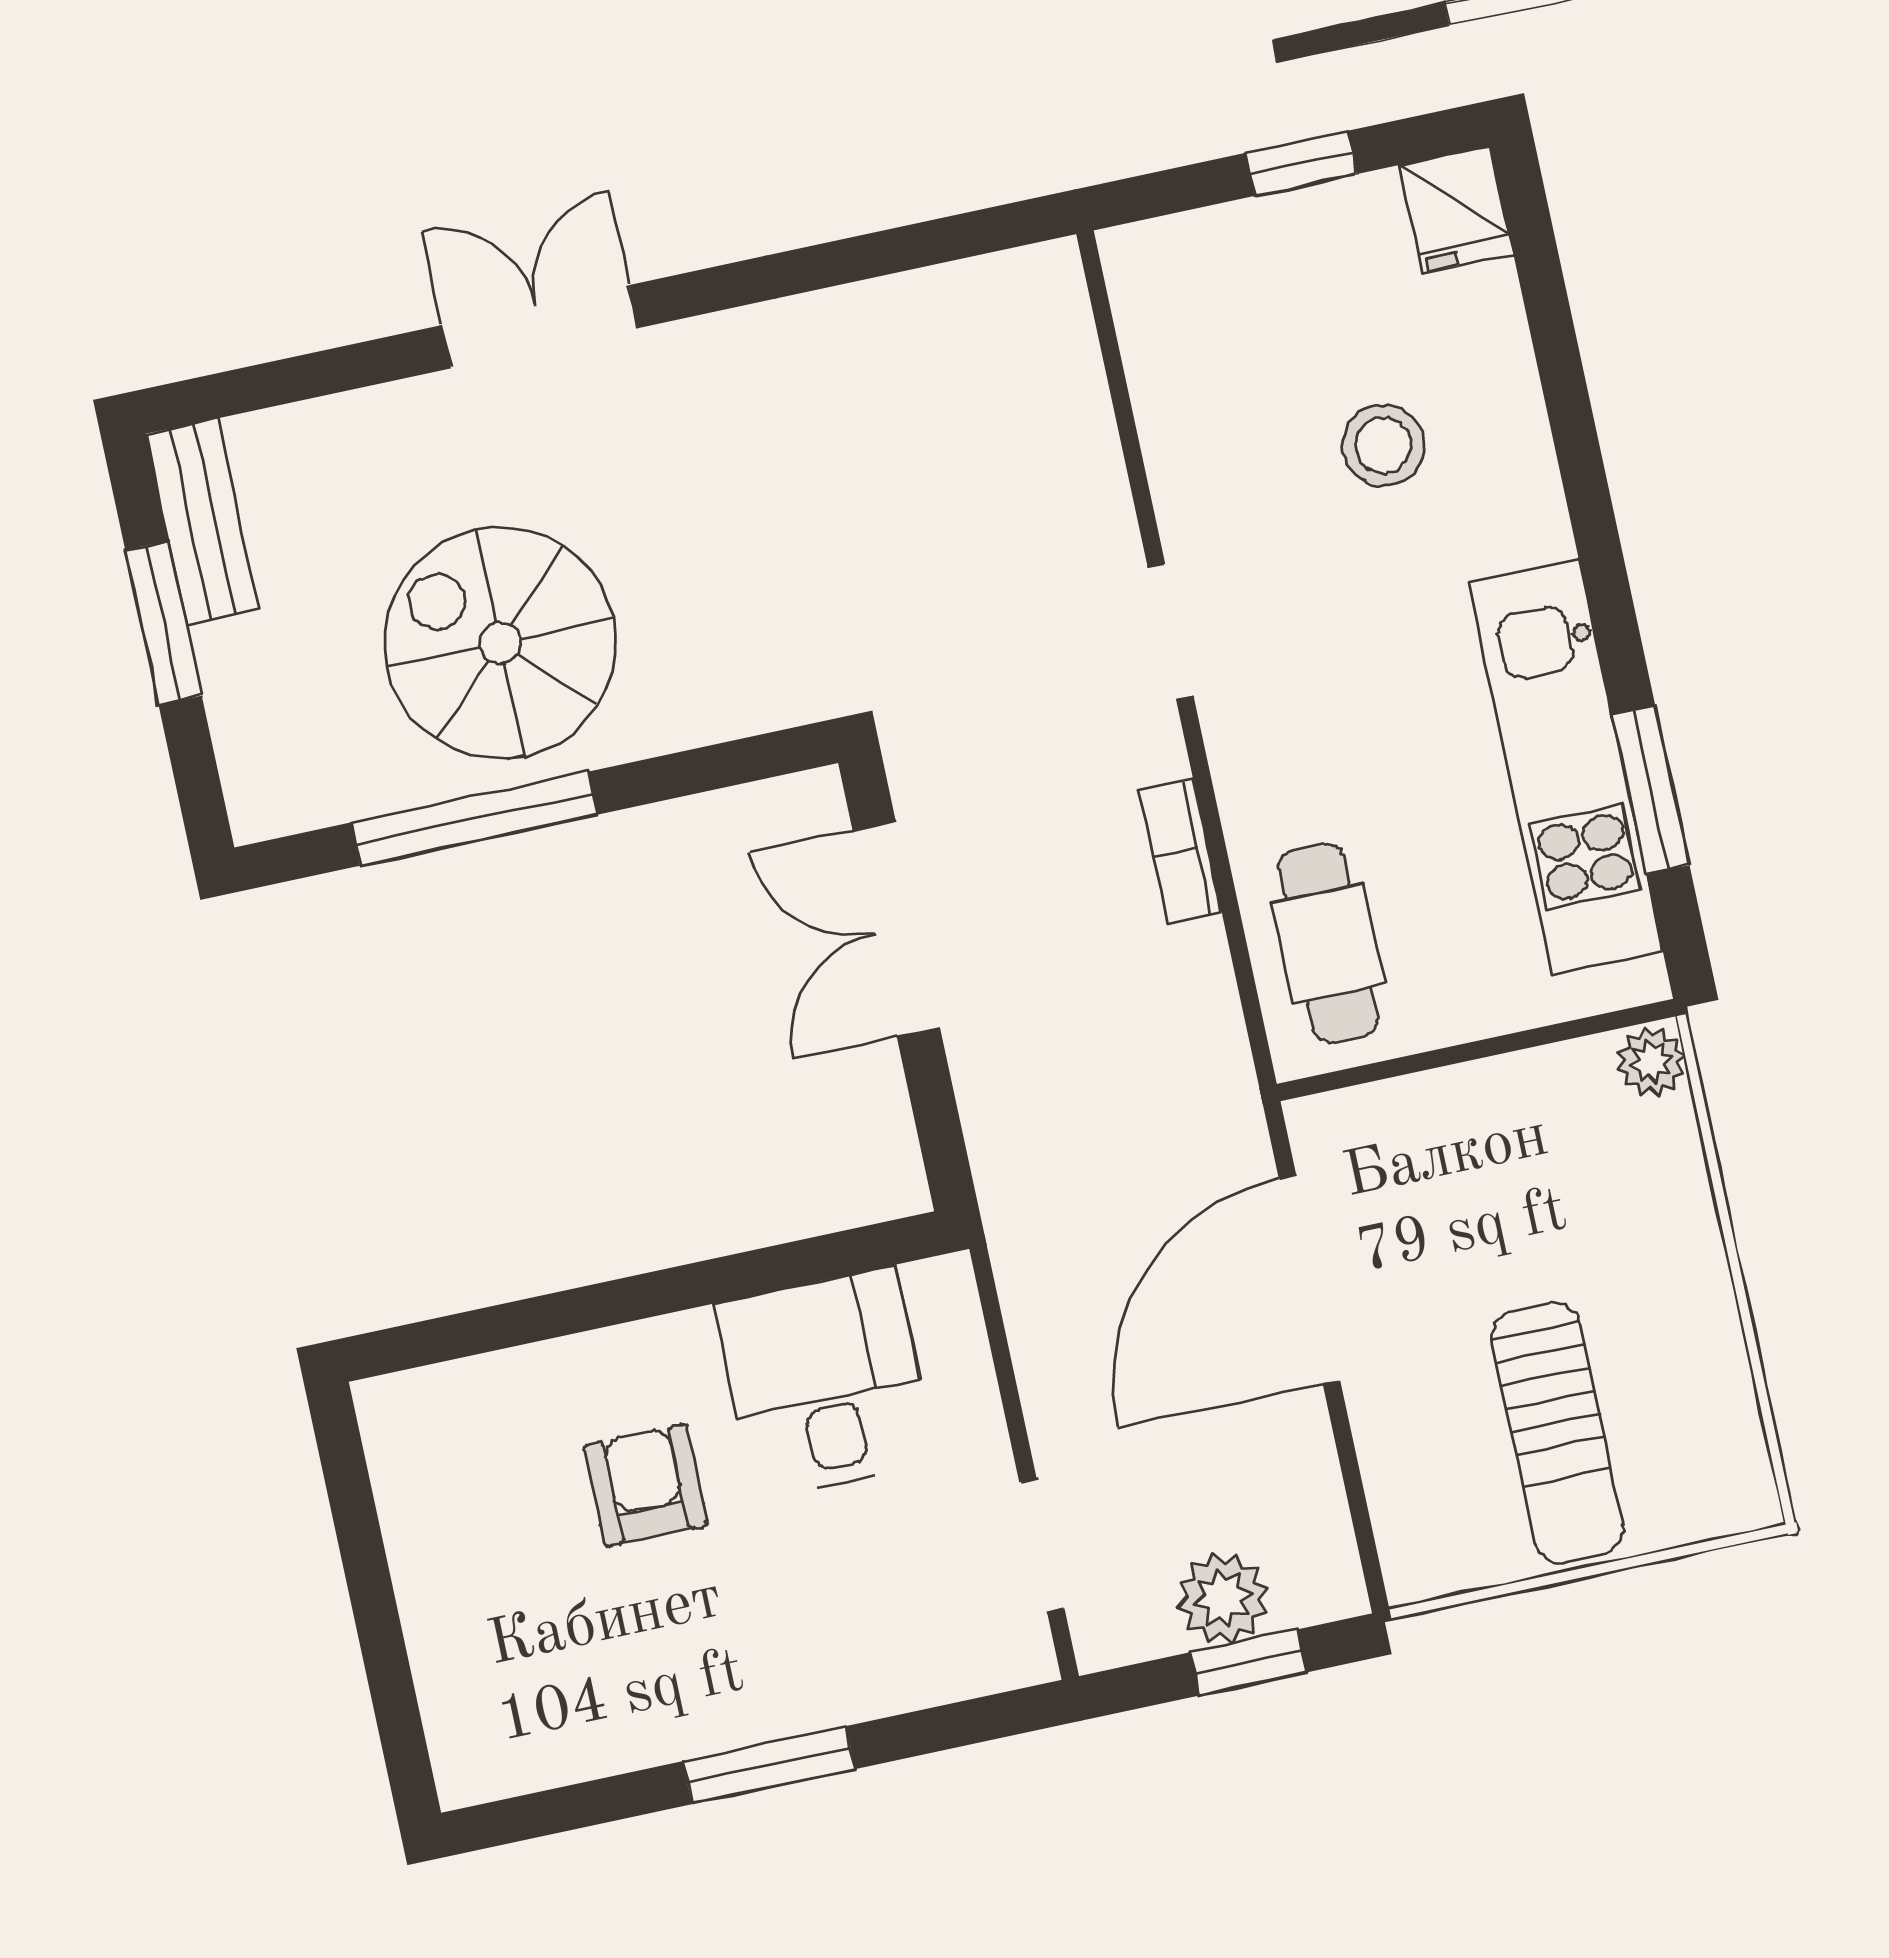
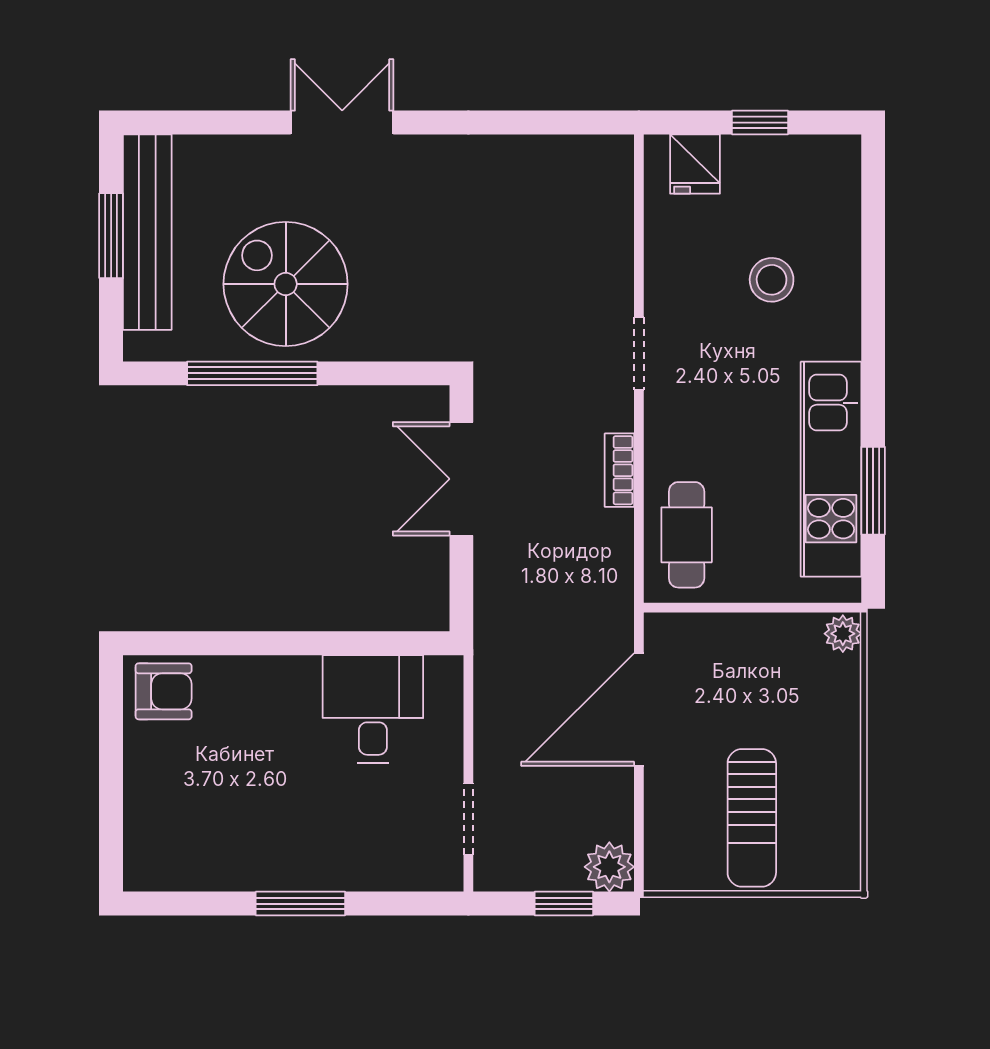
fridge: (1456, 209) -> (695, 164), moved
bench: (202, 522) -> (147, 232), width x1.86, depth x1.21
armchair: (646, 1485) -> (164, 691), moved, turned 90
plant: (1223, 1598) -> (609, 867), moved

